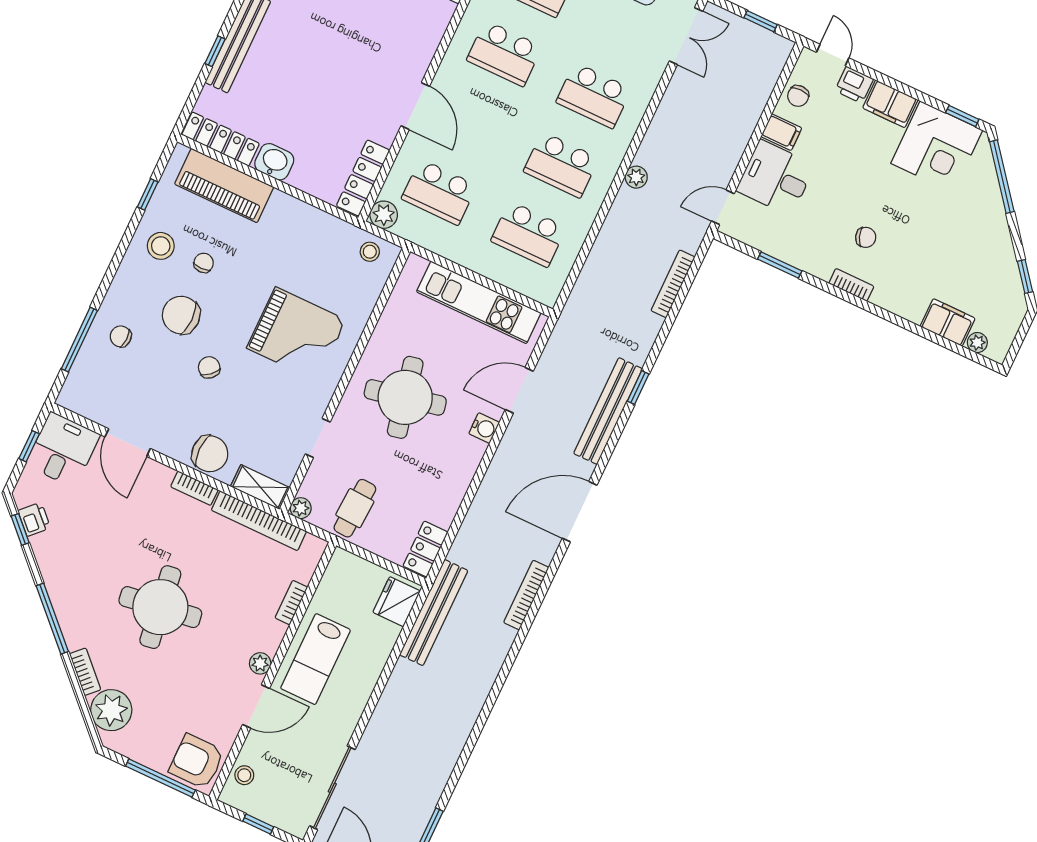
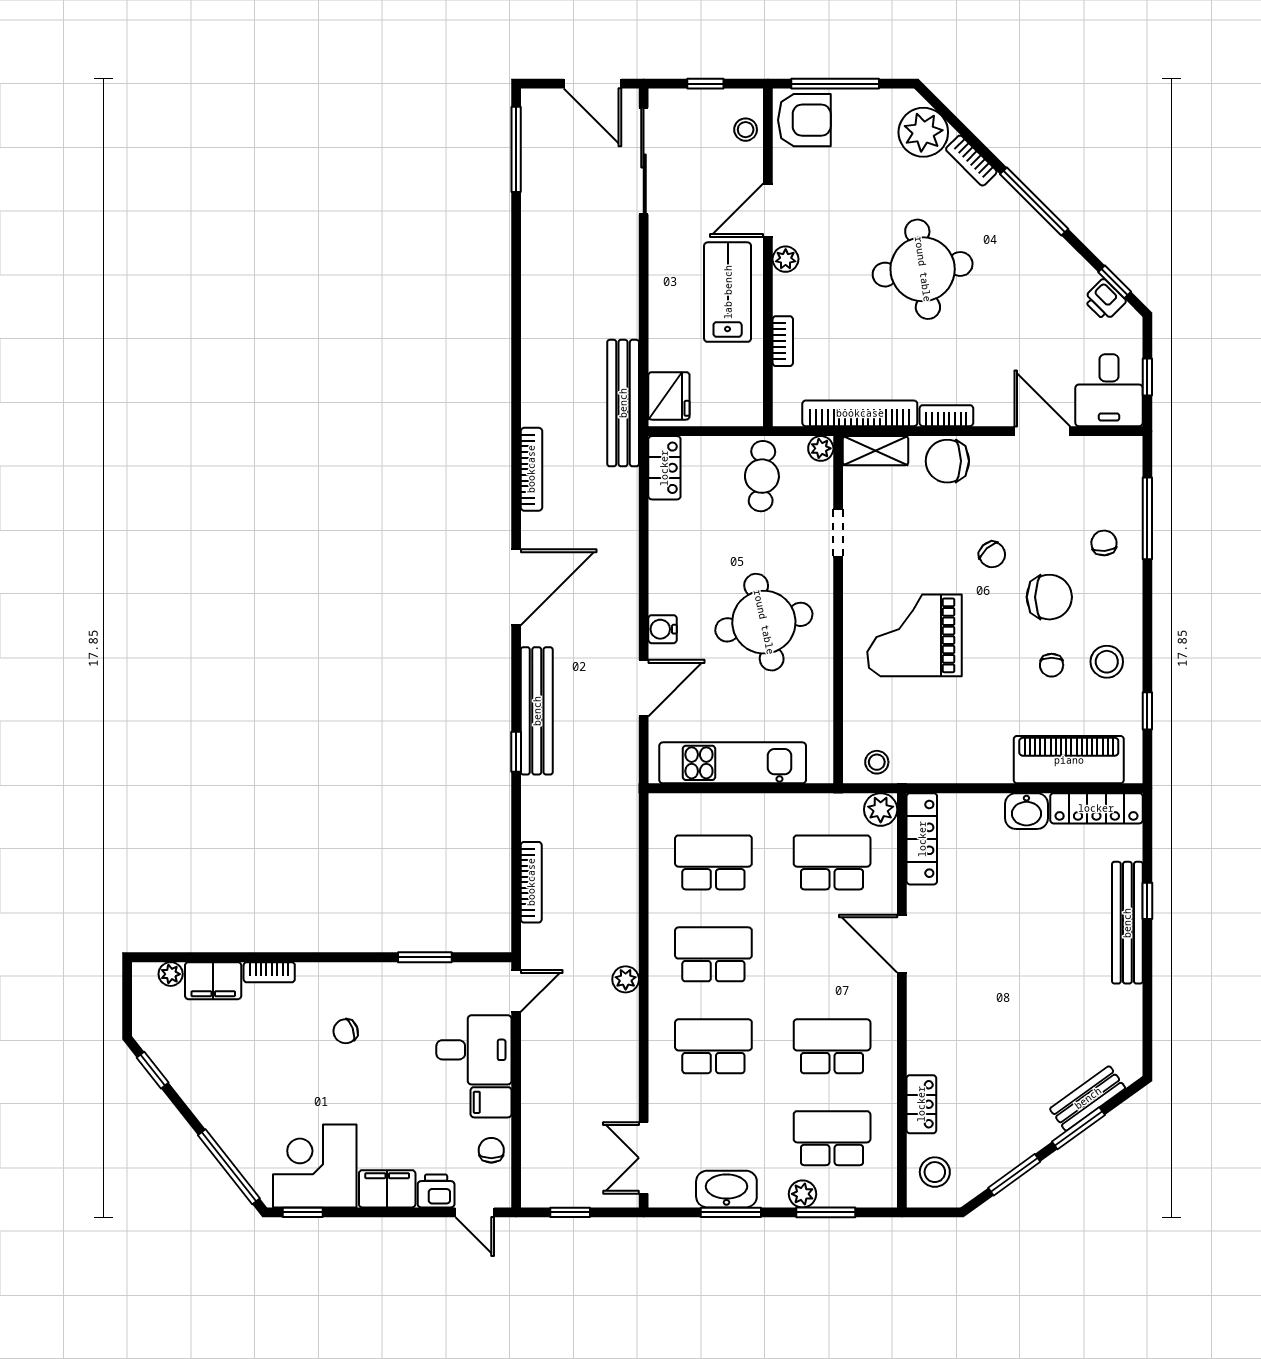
bookcase: (851, 285) -> (269, 972), moved
chair: (121, 336) -> (1104, 543), turned -97

